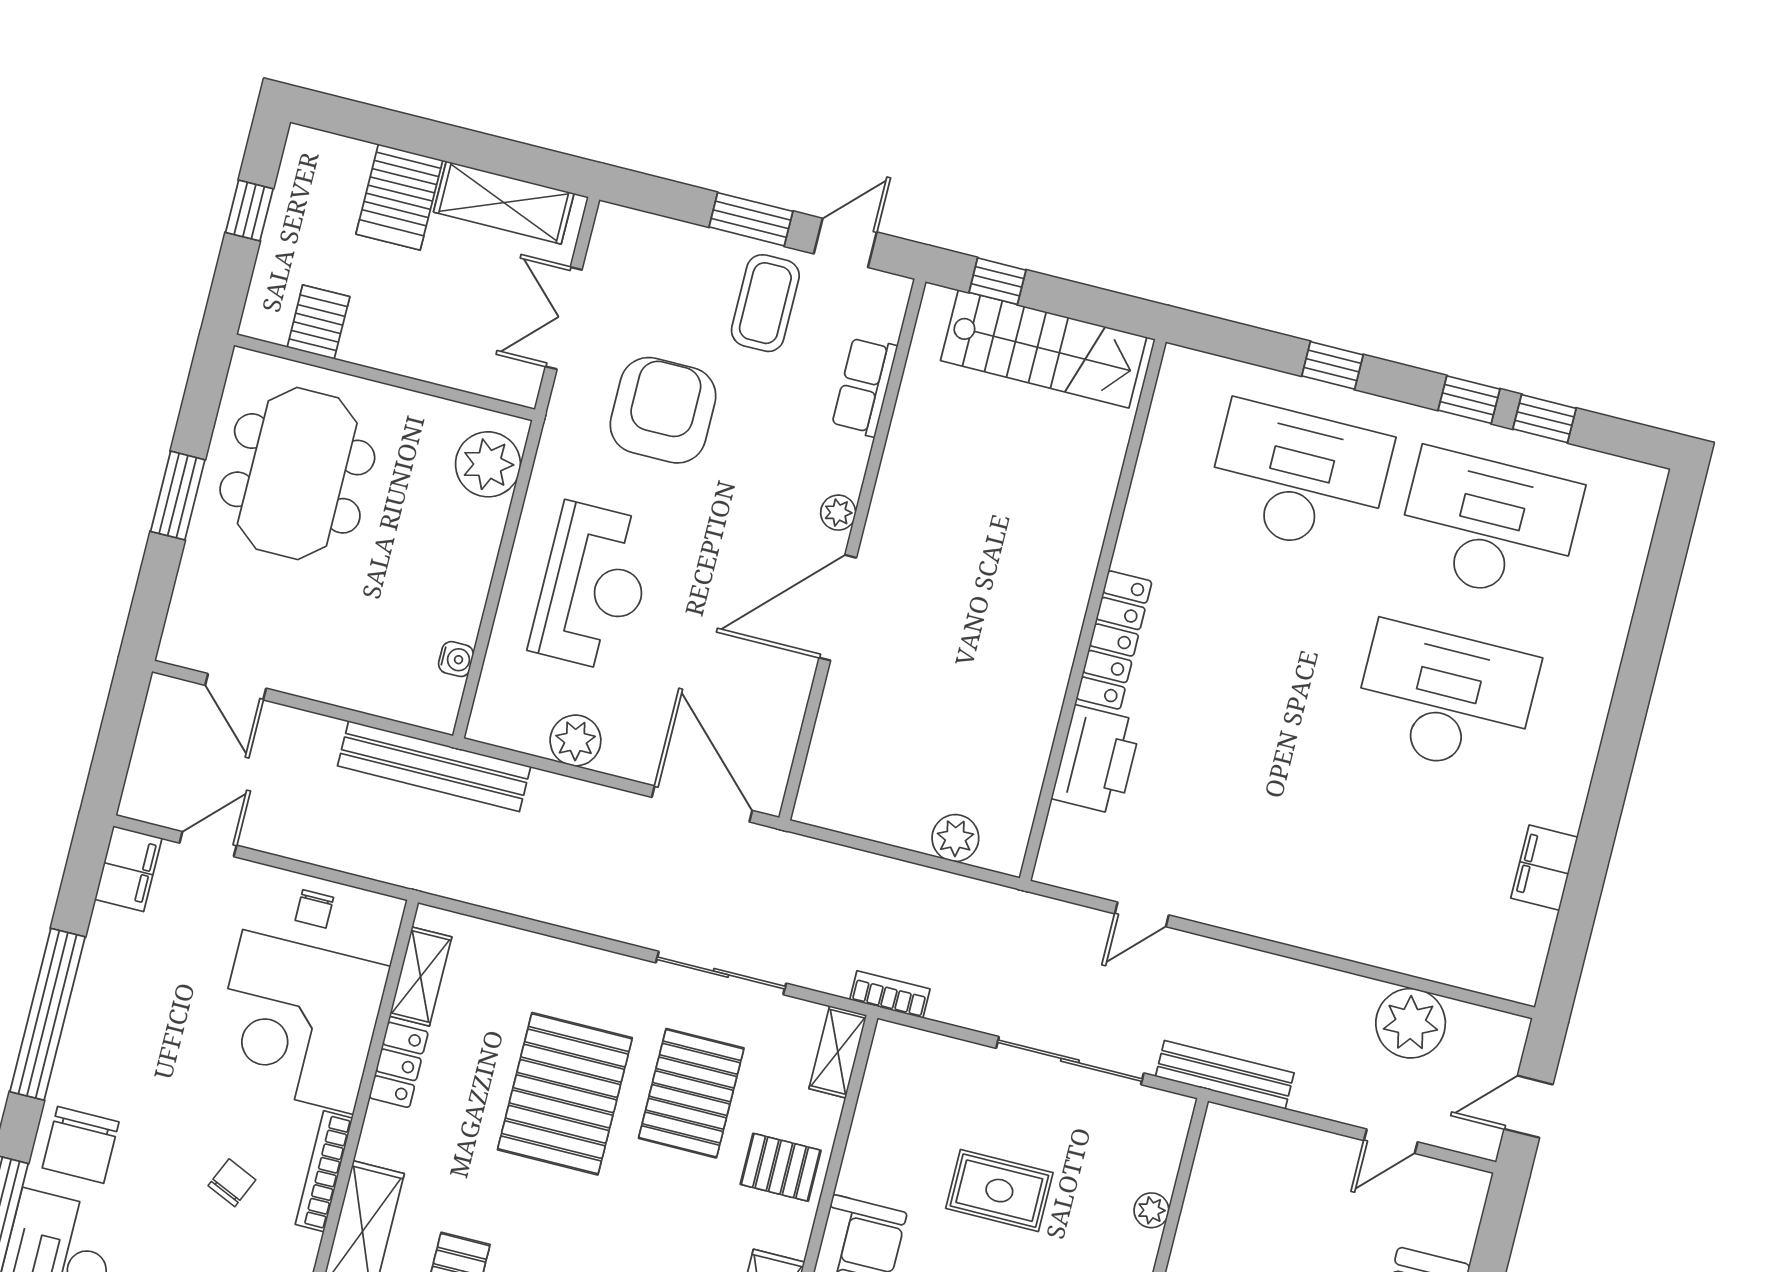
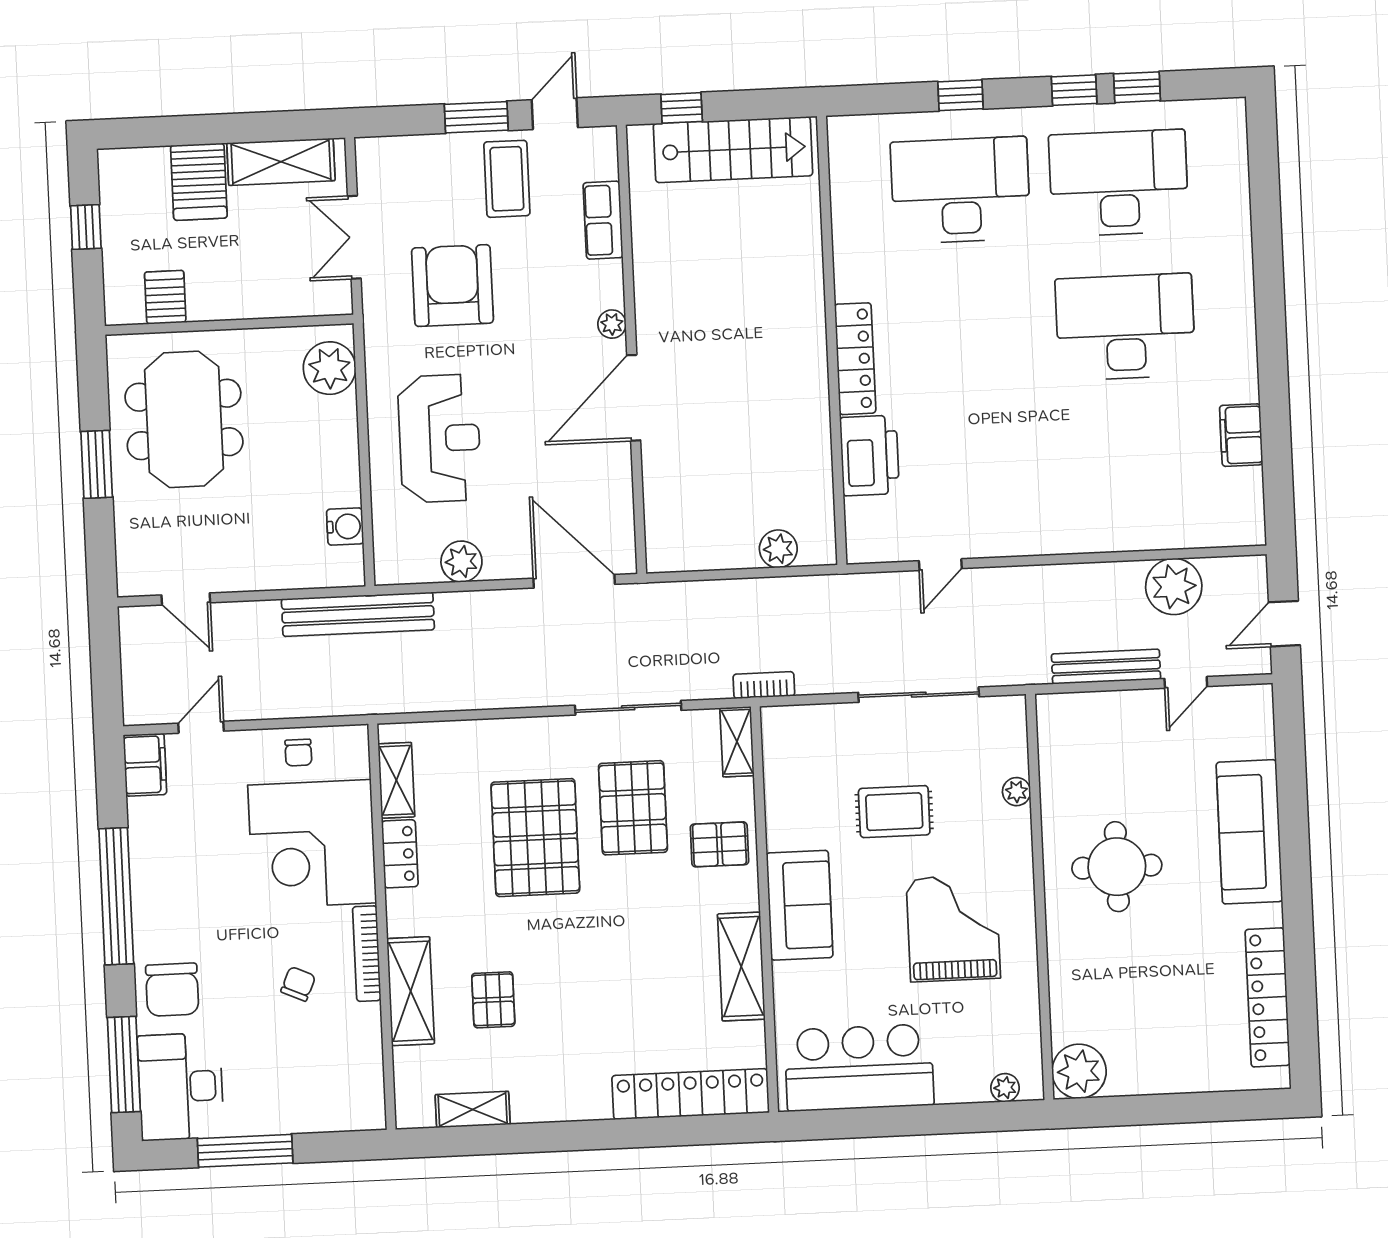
water cooler: (456, 659) -> (345, 527), width x1.38, depth x1.38
bench: (1225, 1075) -> (1106, 667), moved

